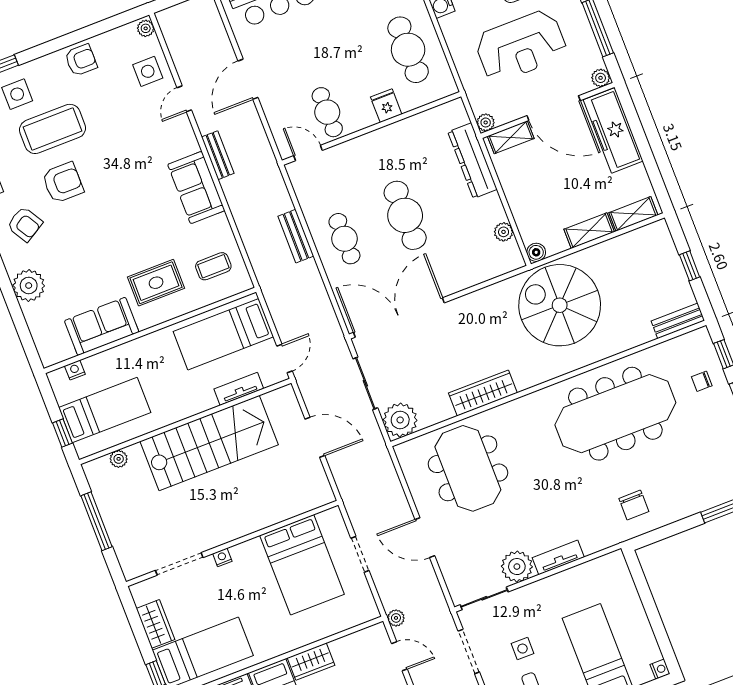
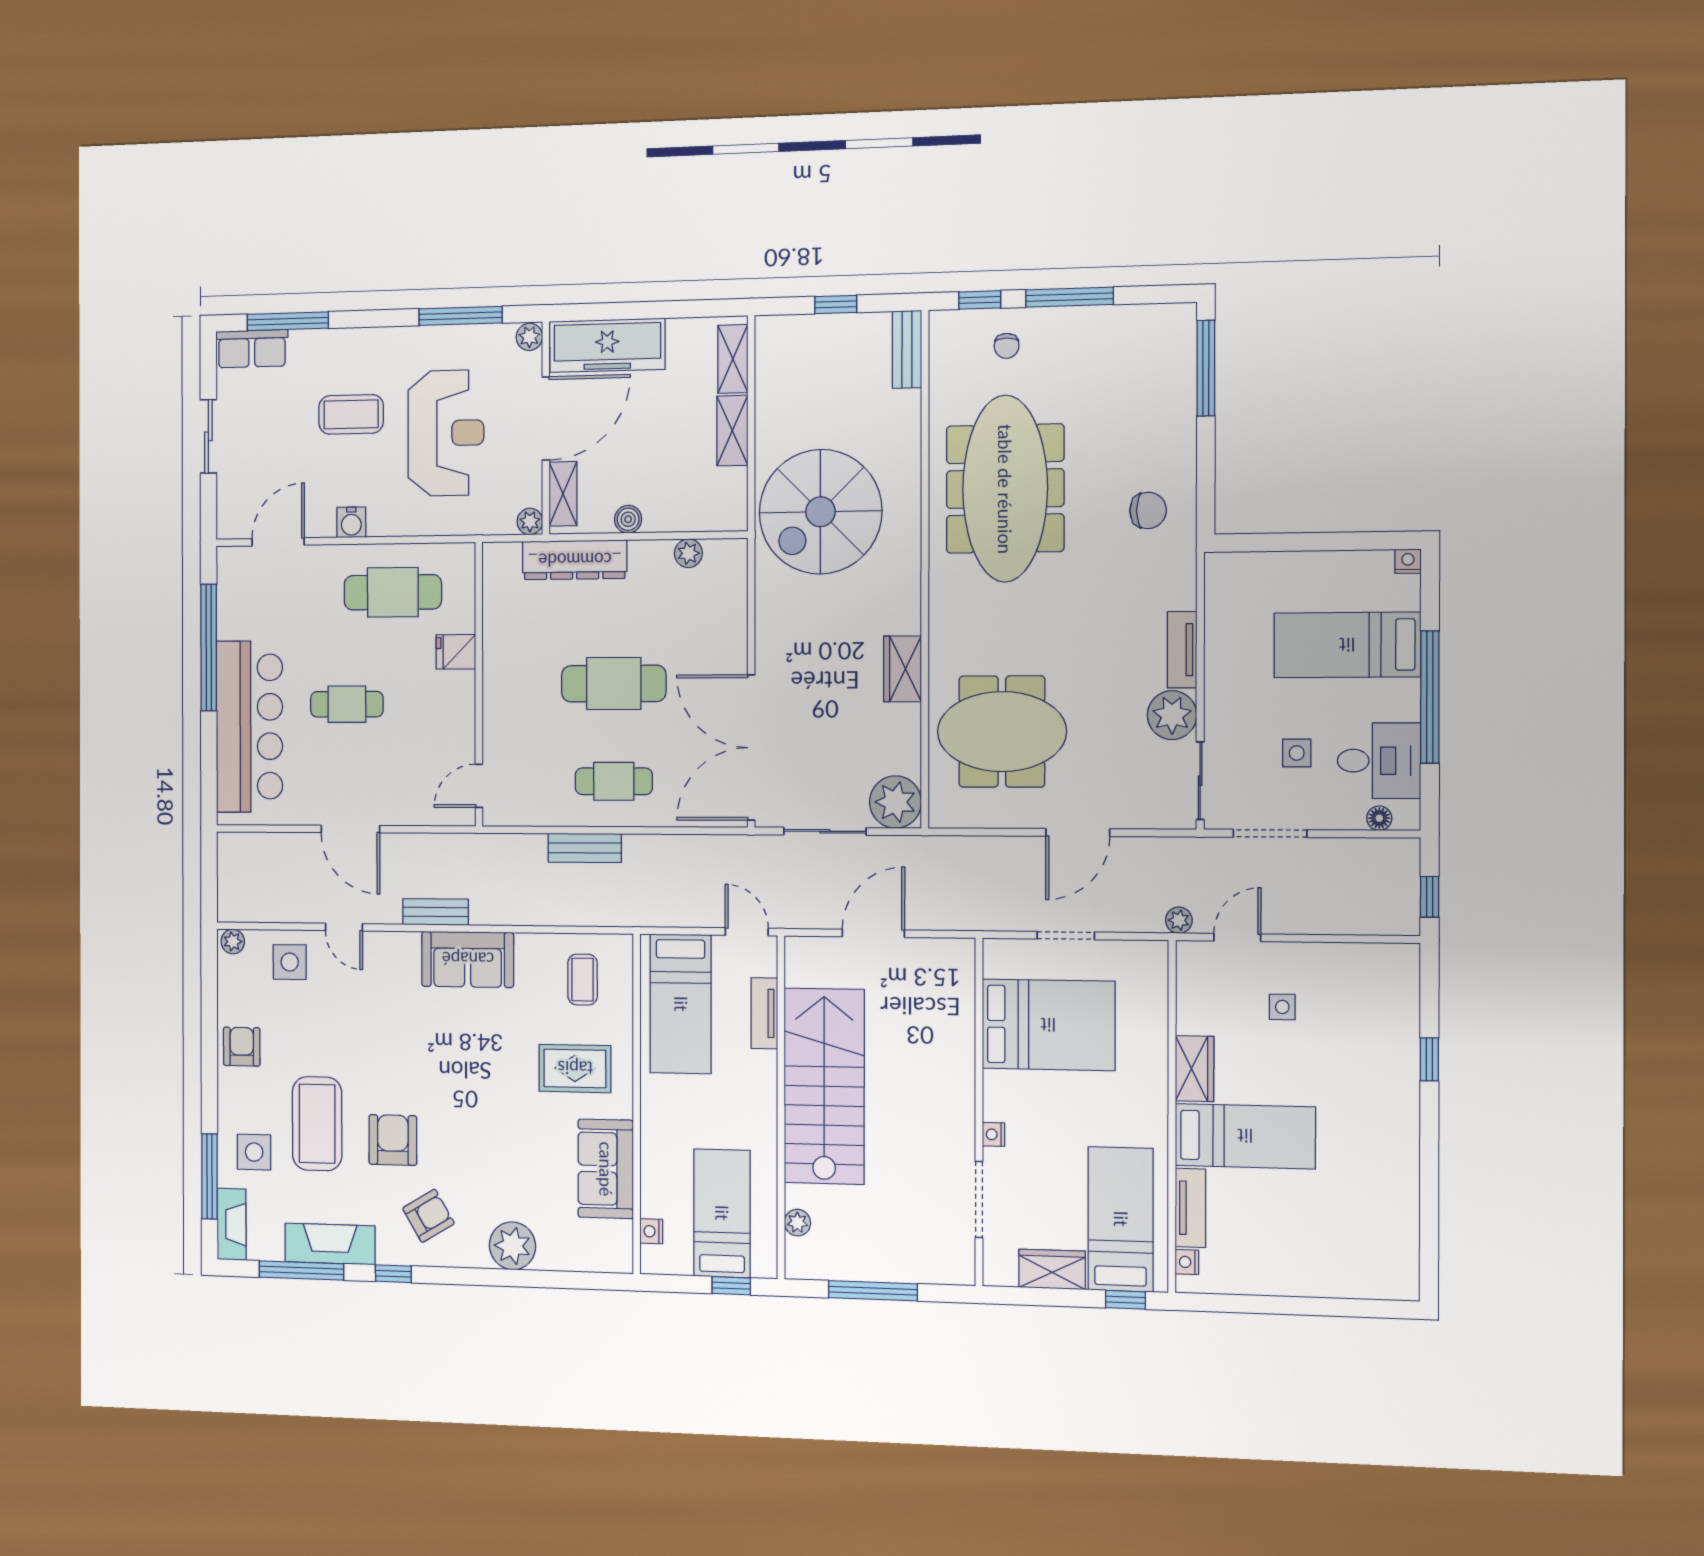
cafe table: (327, 112) -> (347, 704), moved
boiler: (536, 252) -> (628, 519), moved
rug: (156, 283) -> (575, 1068), turned 90
wardrobe: (483, 393) -> (903, 669), width x0.67

